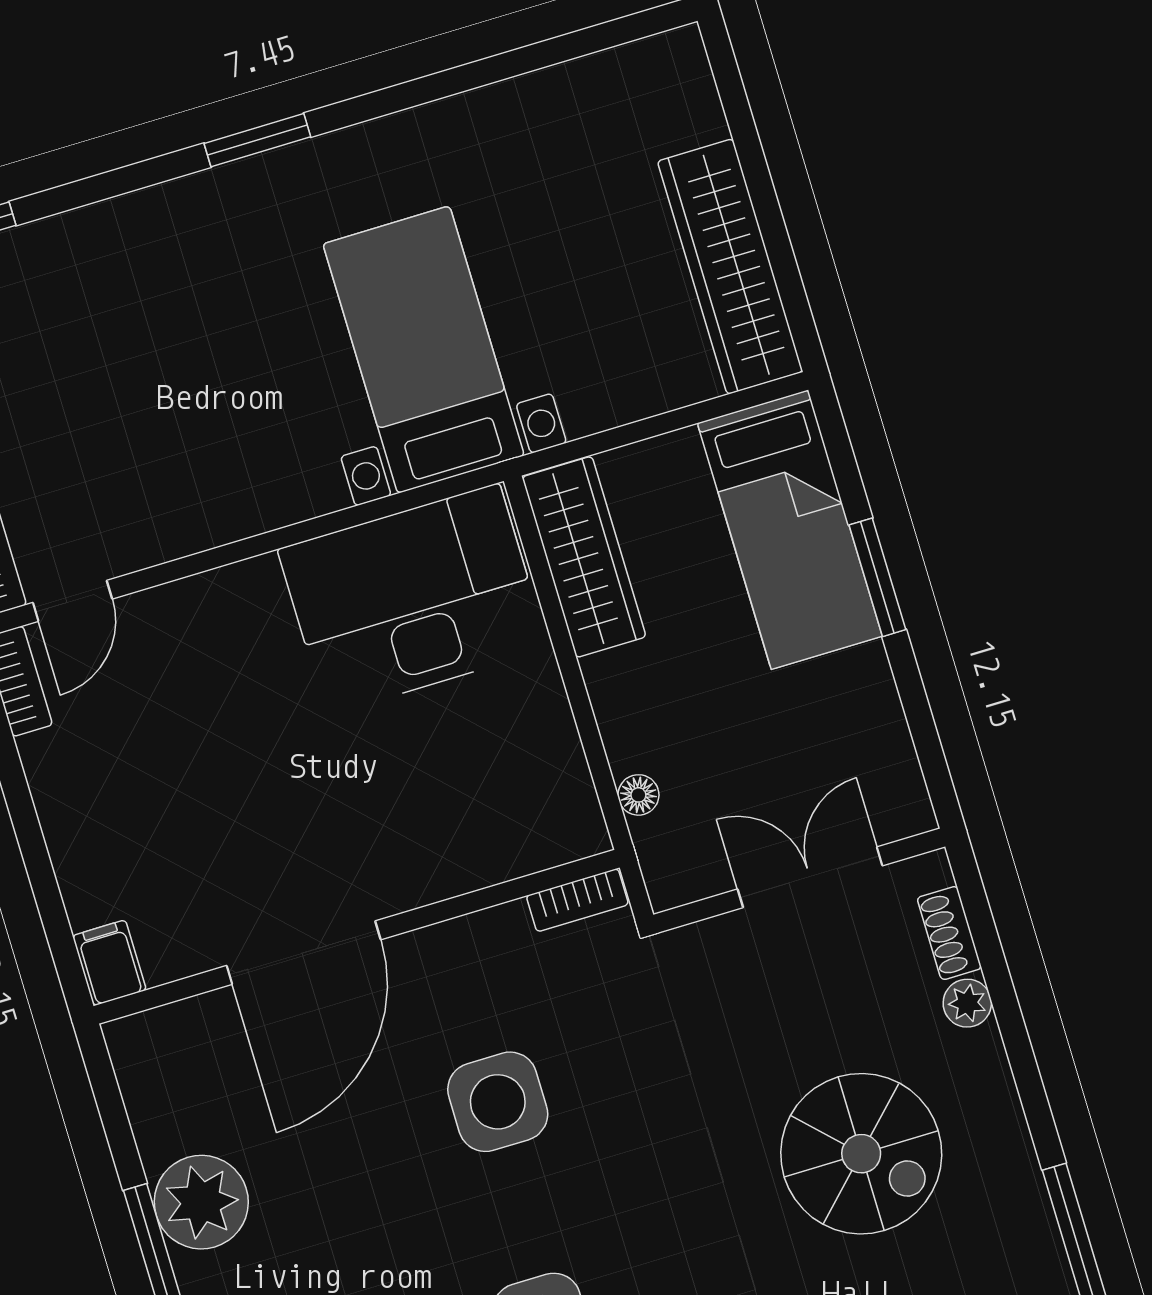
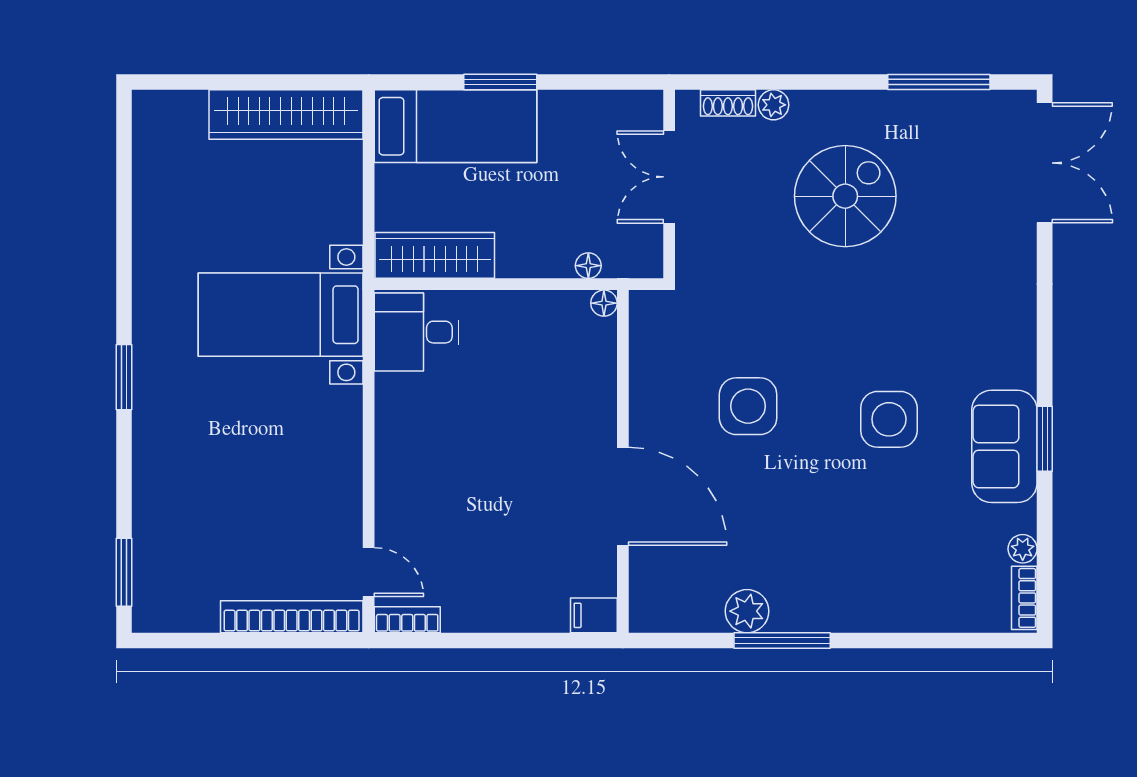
desk: (413, 599) -> (417, 332), width x0.53, depth x0.77
floor lamp: (589, 836) -> (604, 303), added
bookcase: (577, 900) -> (641, 322), removed
plant: (201, 1202) -> (747, 611), width x0.73, depth x0.73

